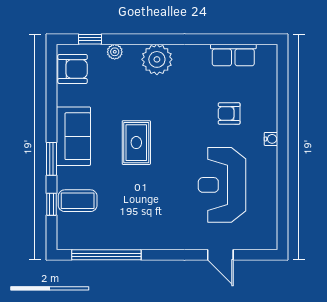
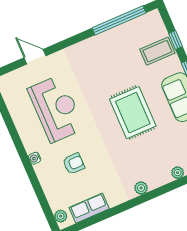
plant: (157, 59) -> (141, 188), width x0.53, depth x0.53
plant: (270, 60) -> (61, 216), added
rug: (136, 143) -> (133, 113), width x1.36, depth x1.43

